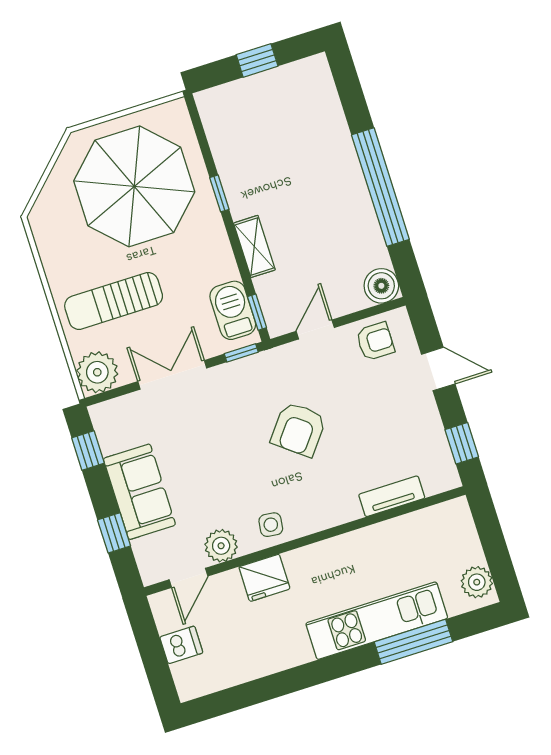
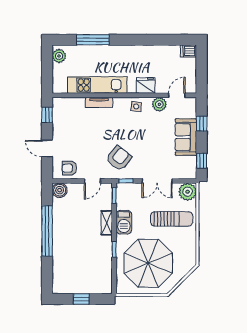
barbecue: (233, 310) -> (124, 222), moved
armchair: (298, 429) -> (119, 158), moved
tv unit: (392, 496) -> (99, 102), moved
kitchen unit: (377, 621) -> (97, 85), moved, turned 180
dishwasher: (181, 645) -> (189, 51), moved

